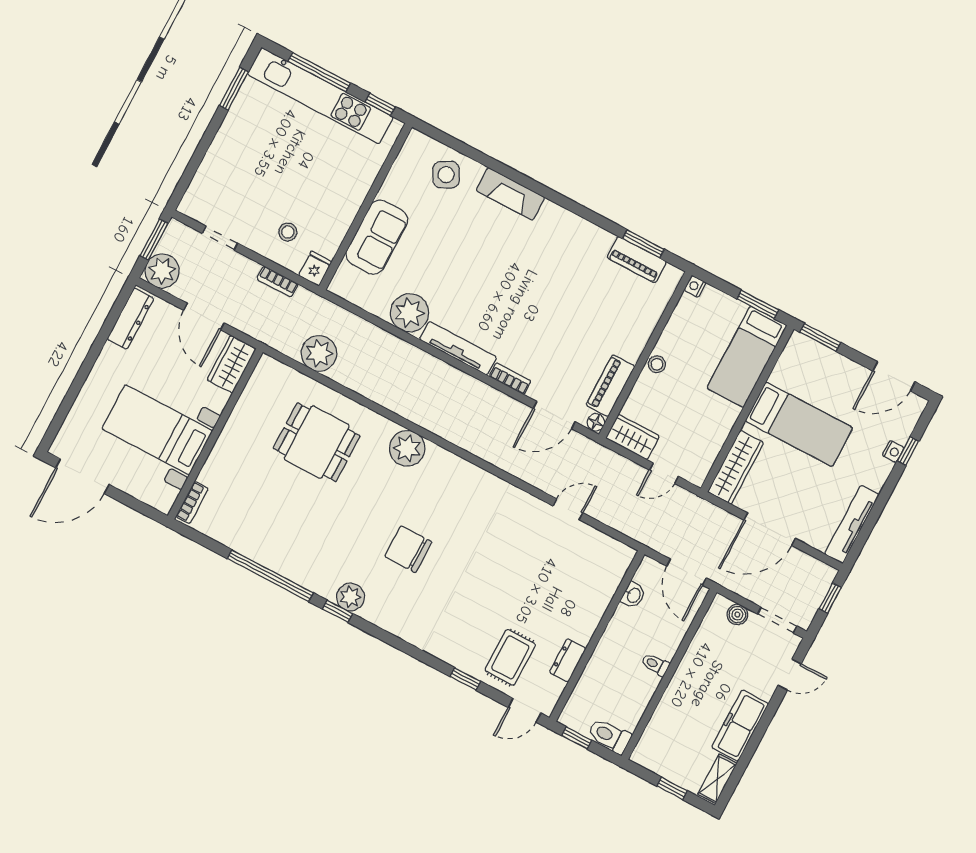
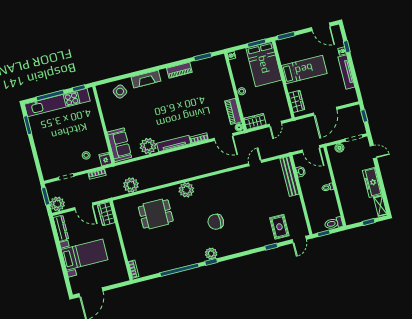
sofa: (377, 237) -> (119, 145), moved
piano: (637, 260) -> (179, 70), moved
bed: (747, 357) -> (264, 64), width x1.50
door: (894, 376) -> (321, 27), hinge flipped
door: (554, 415) -> (224, 137), hinge flipped
bed with nightstands: (157, 430) -> (85, 255), moved, turned 180
wardrobe: (736, 467) -> (296, 101), width x0.67
tv unit: (852, 524) -> (346, 72), moved
bench: (607, 586) -> (289, 176), added
dresser: (568, 660) -> (299, 211), removed
door: (790, 675) -> (373, 152), hinge flipped

